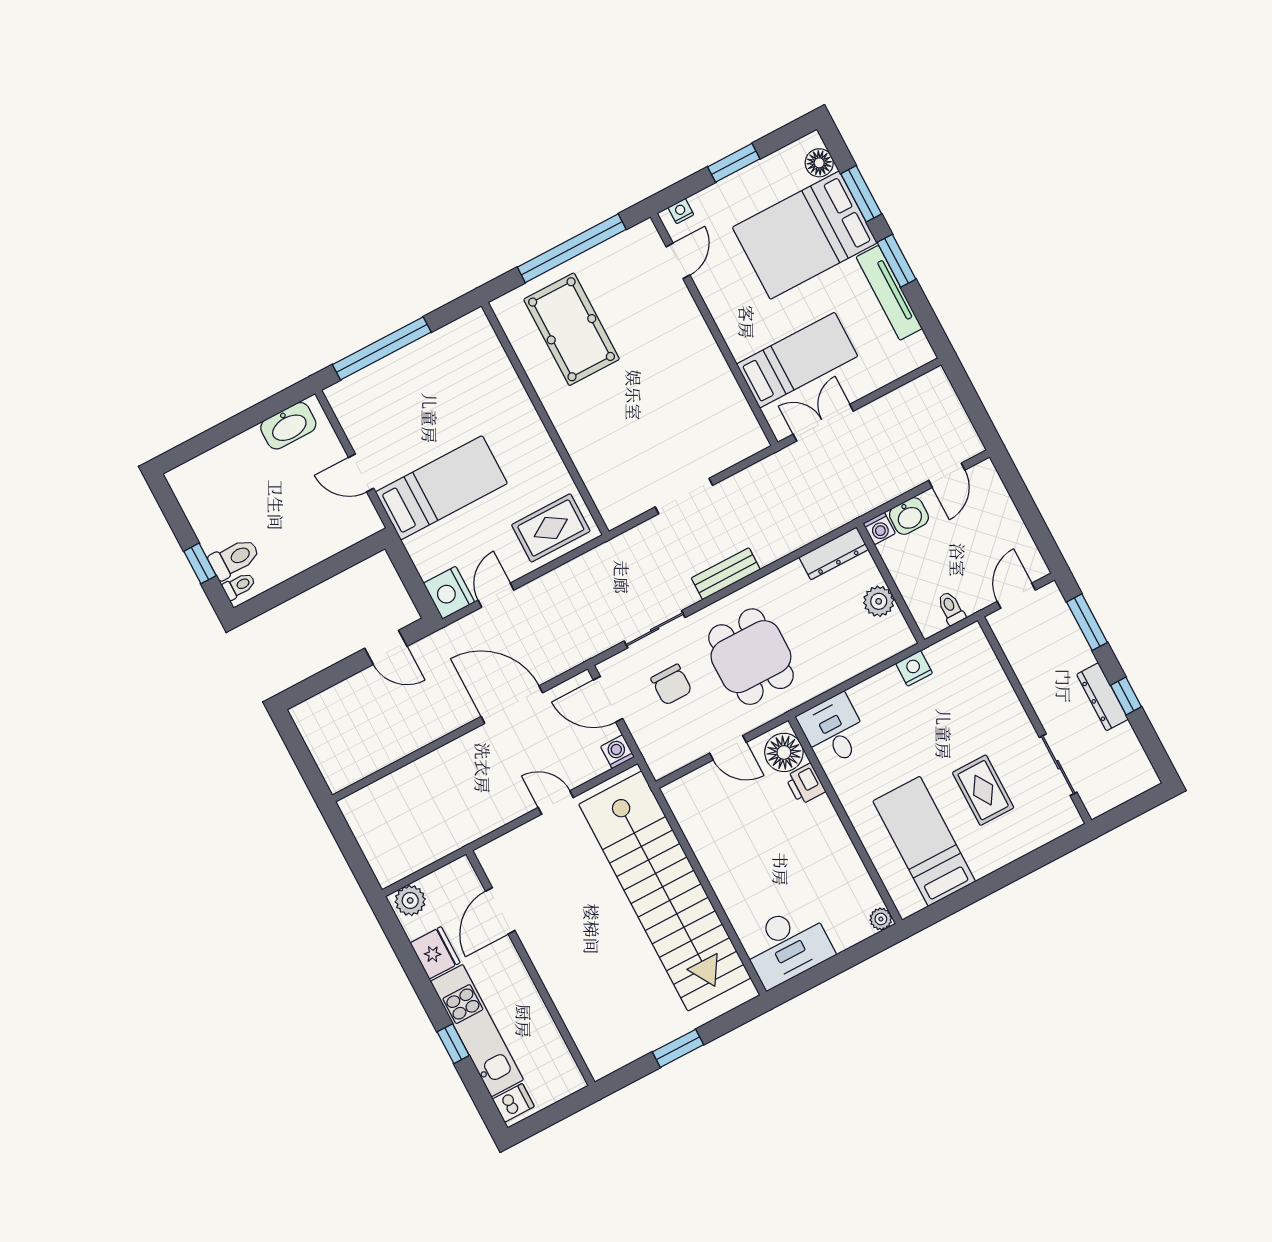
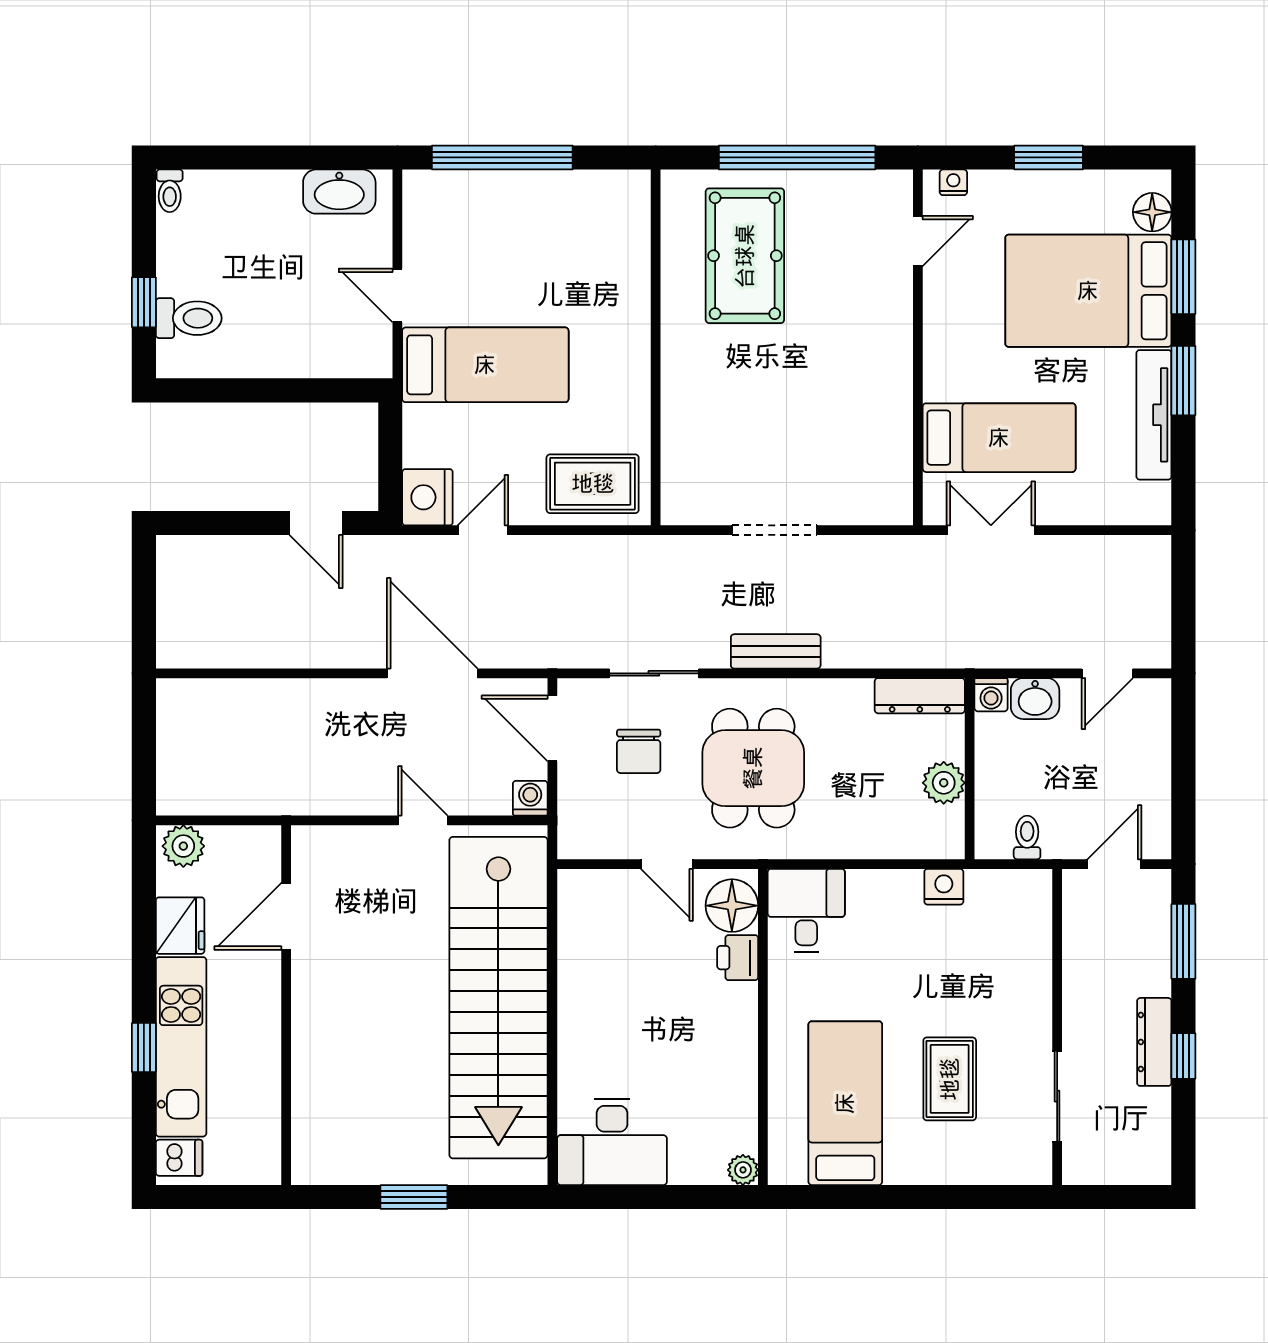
toilet: (239, 586) -> (170, 191), moved, turned 90

